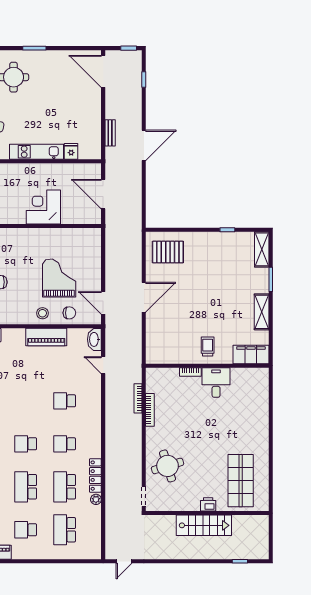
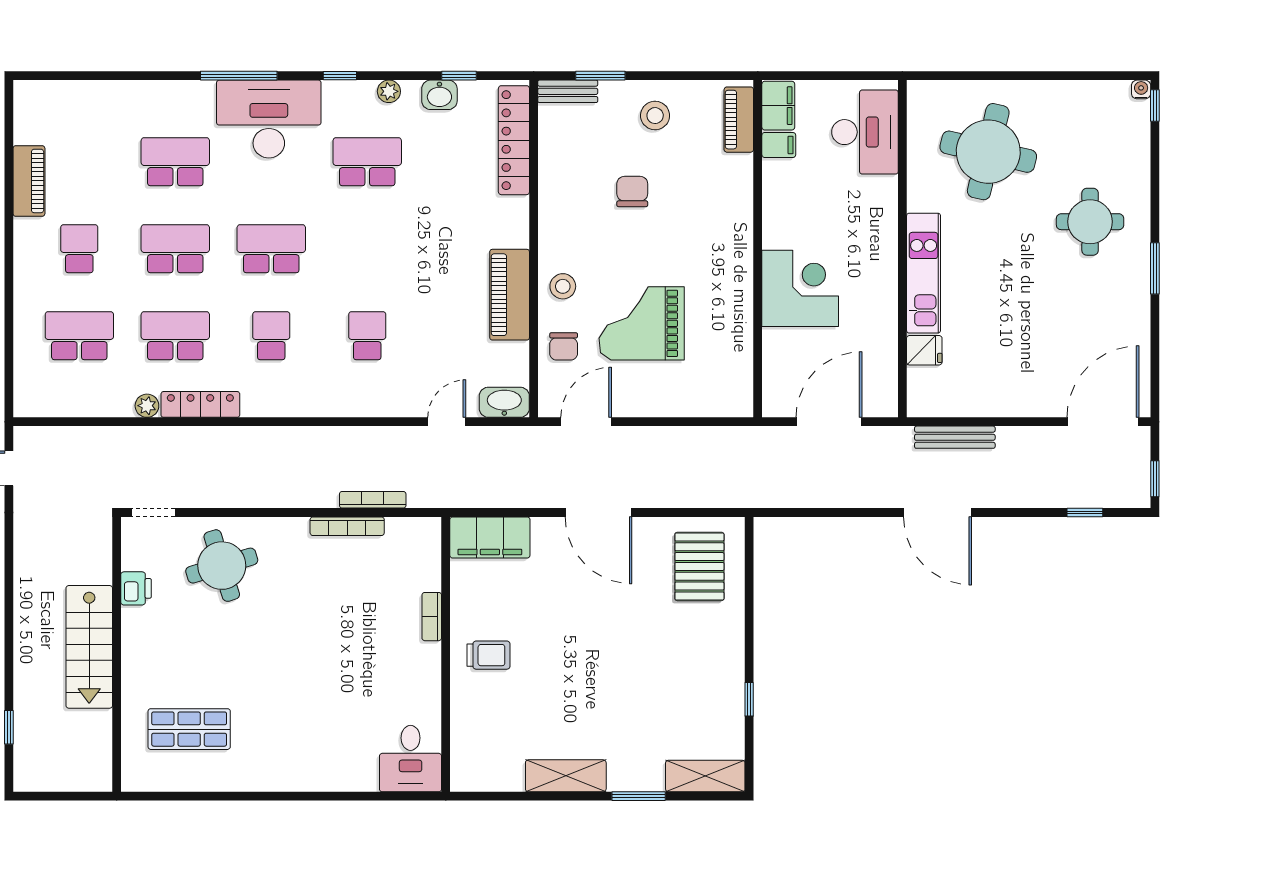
bench: (110, 133) -> (955, 437), width x1.36
grand piano: (59, 278) -> (642, 323), turned 180
filing cabinet: (251, 354) -> (490, 537), moved, turned 90
desk: (216, 383) -> (411, 759), moved, turned 90
school desk: (26, 444) -> (271, 249), width x1.85
shop shelf: (241, 481) -> (189, 729), width x0.70, depth x0.74
printer: (208, 504) -> (136, 588), moved

